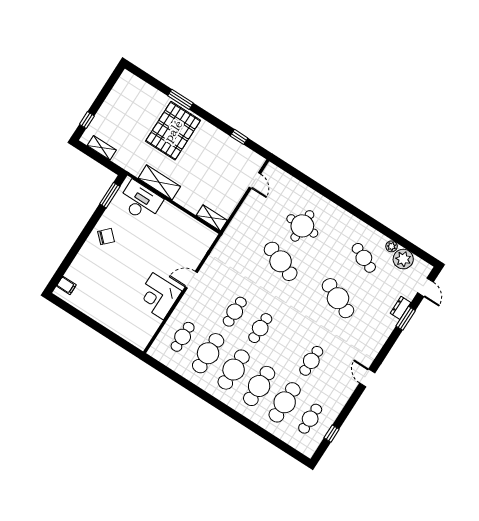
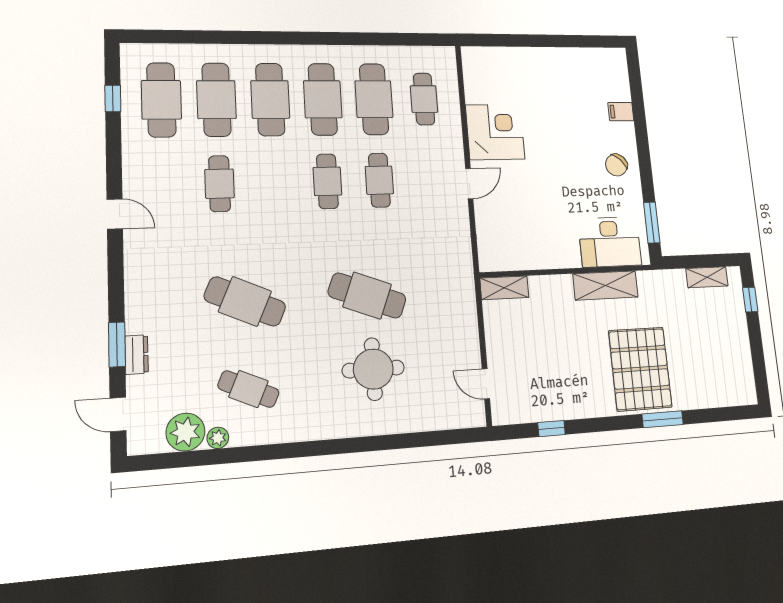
filing cabinet: (66, 285) -> (621, 112), moved
cafe table: (310, 419) -> (161, 100), width x1.37, depth x1.35

